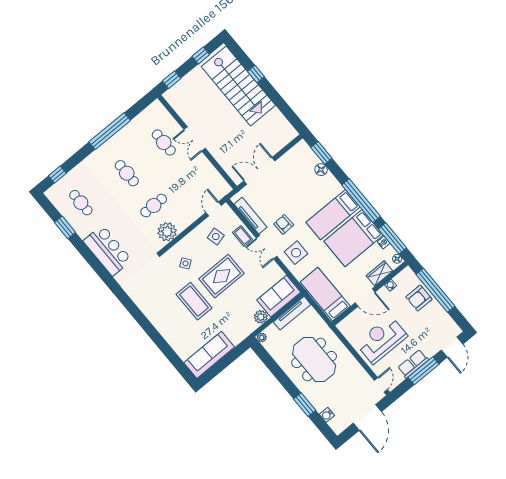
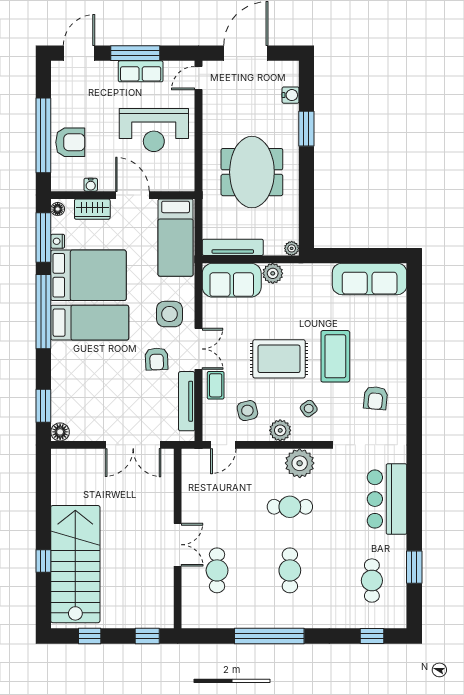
floor lamp: (321, 170) -> (60, 432), moved
plant: (191, 240) -> (280, 430), added
armchair: (156, 297) -> (376, 398), added

